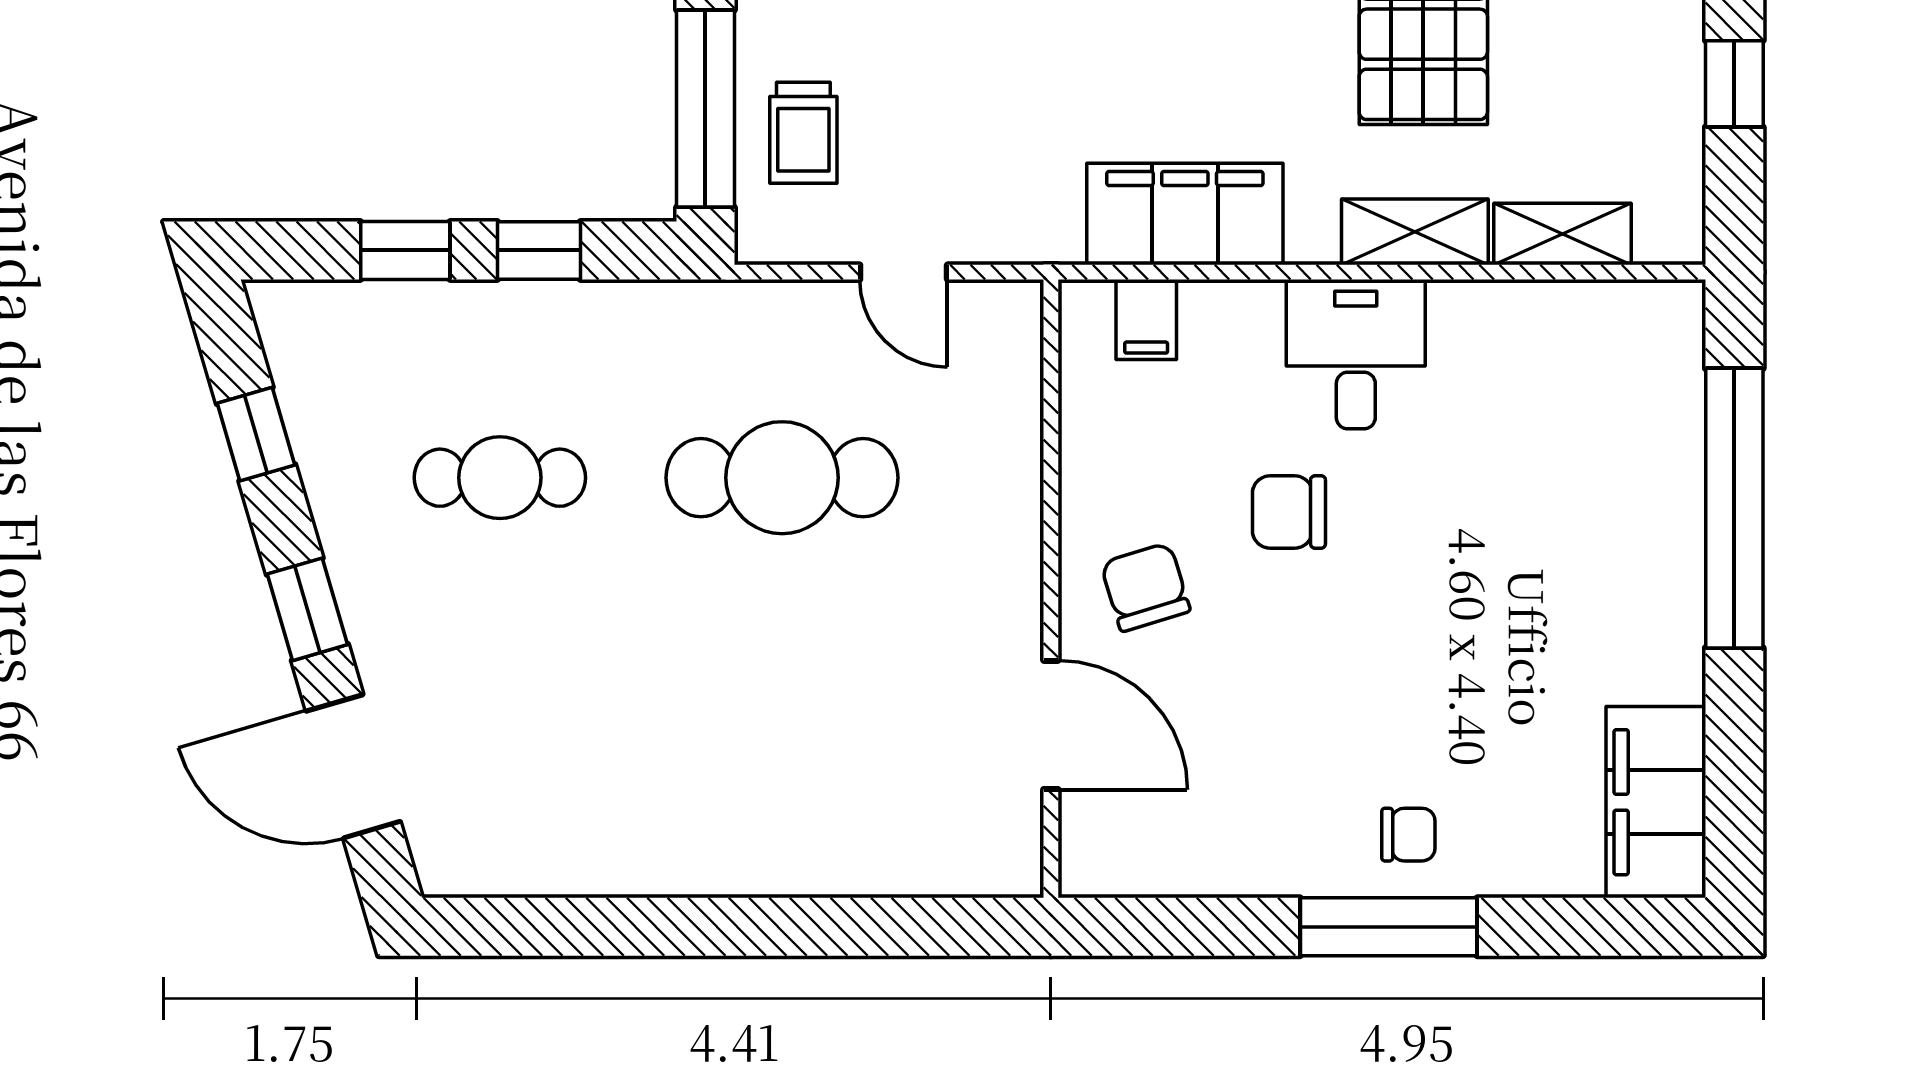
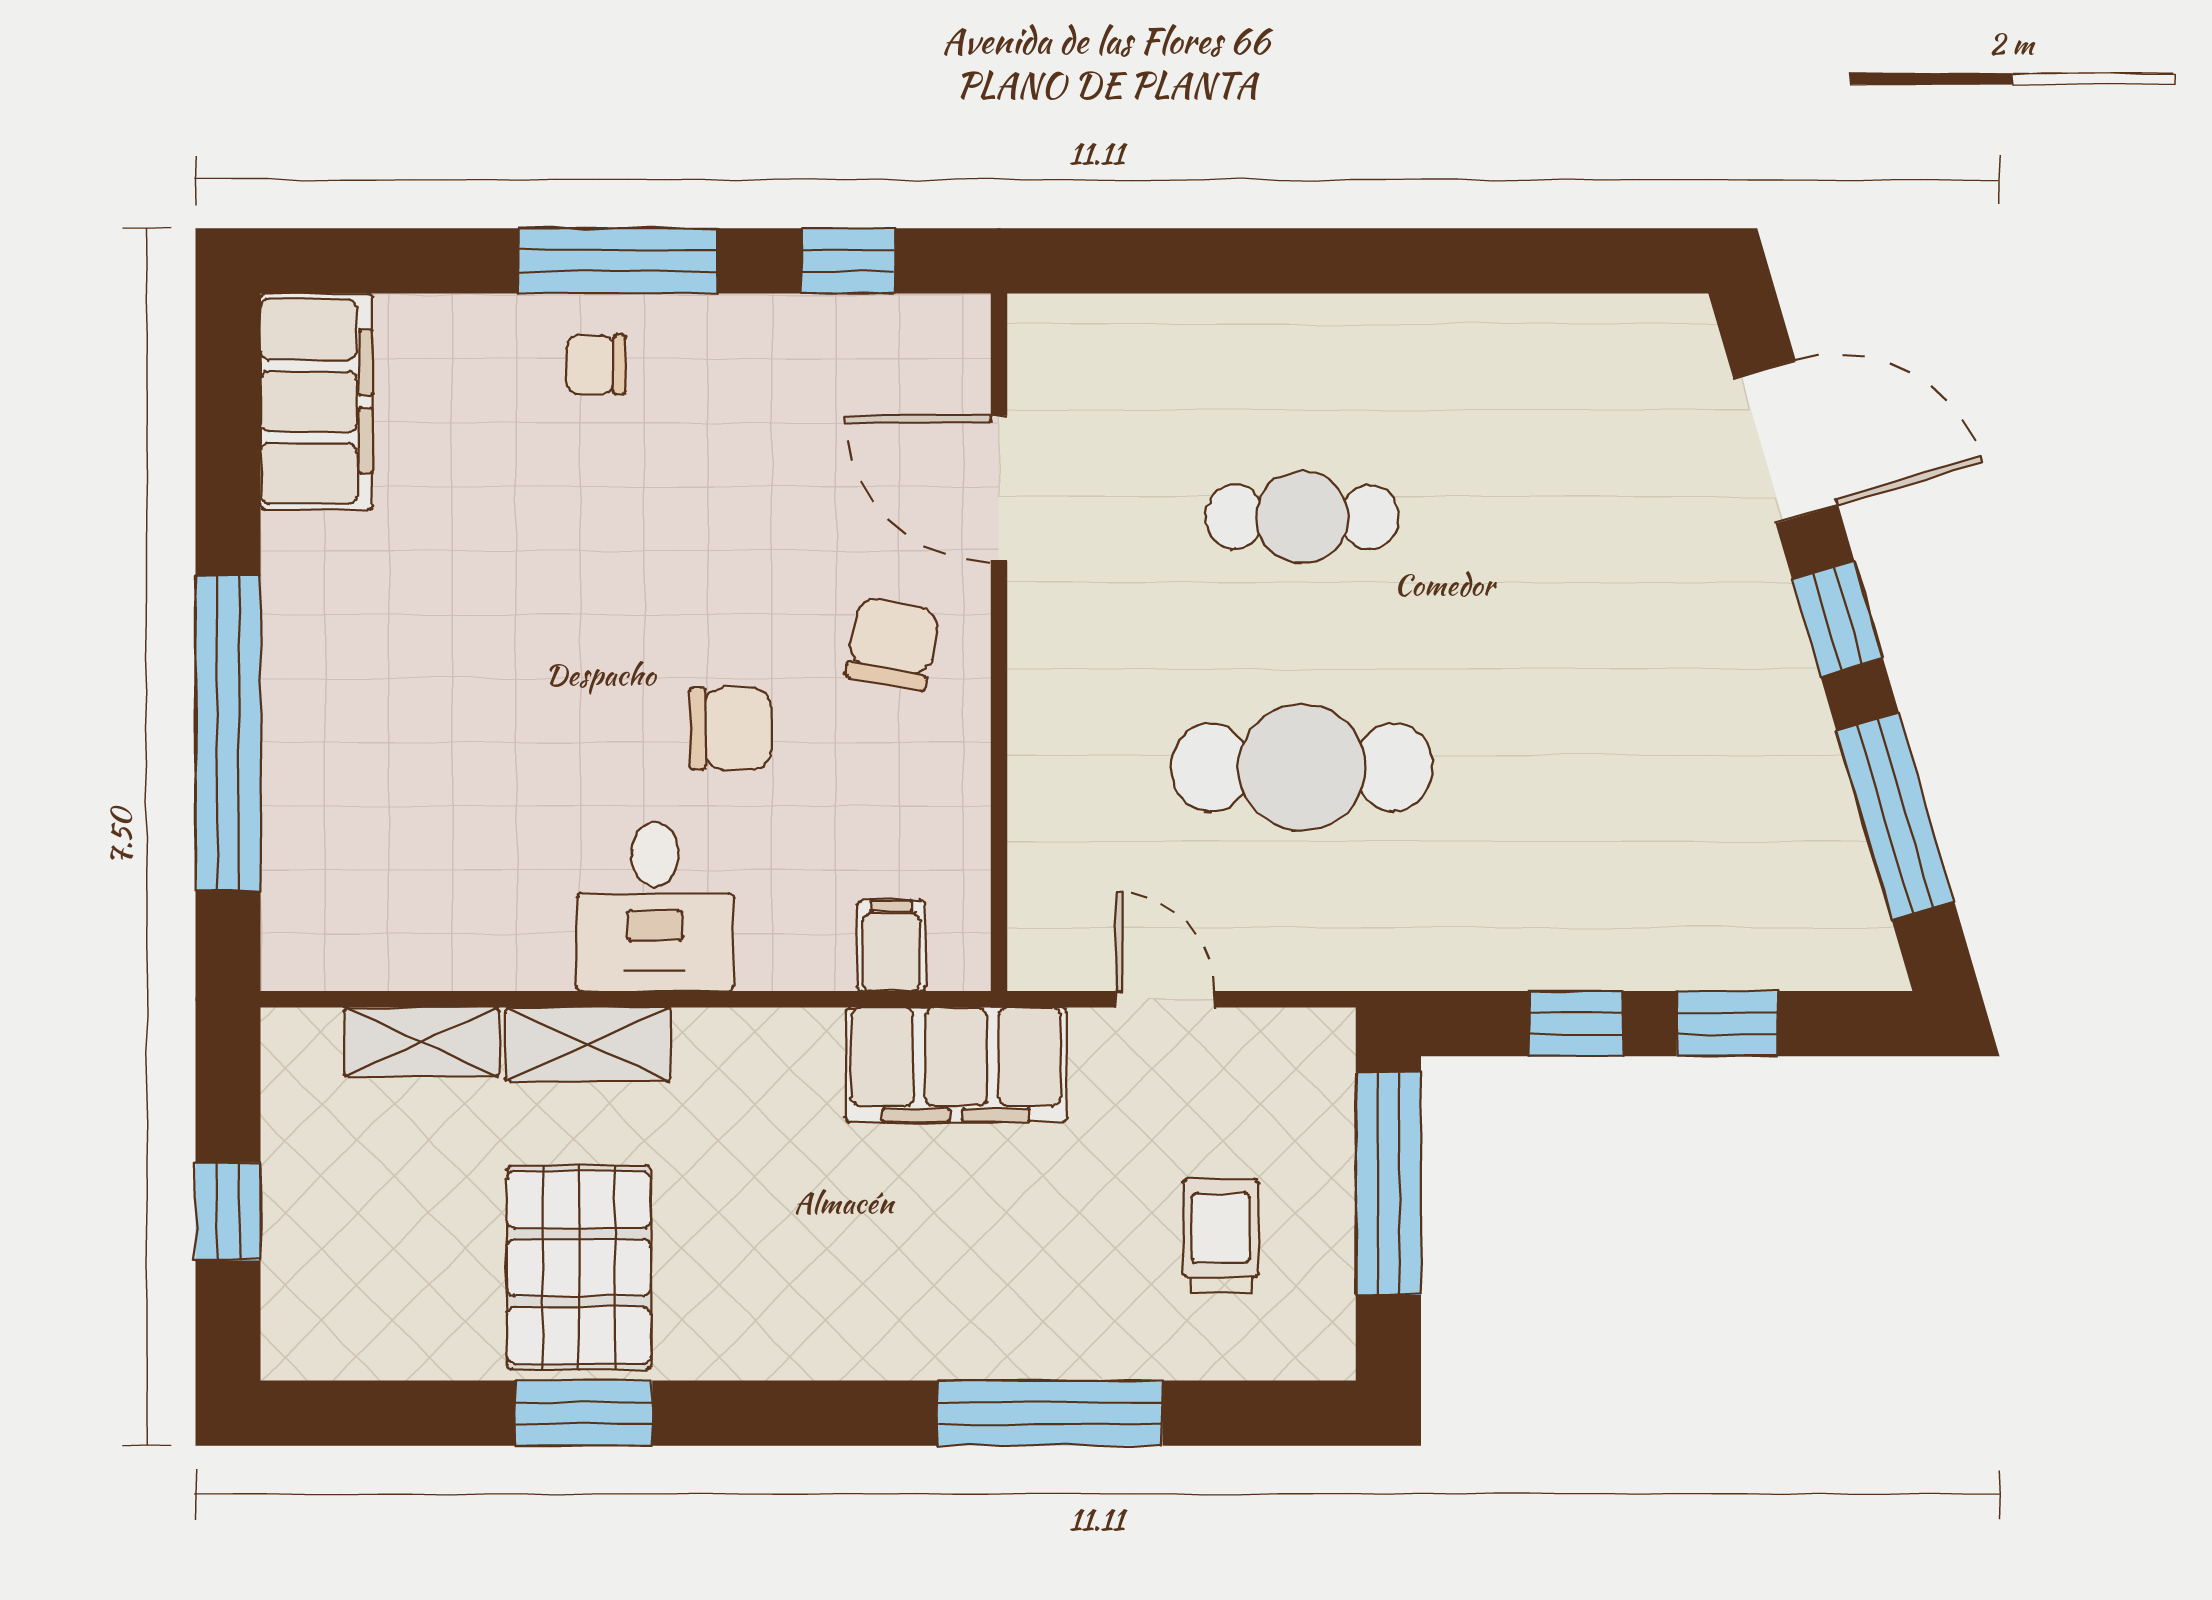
trolley: (803, 133) -> (1221, 1236), moved
filing cabinet: (1185, 214) -> (956, 1065), moved
window: (256, 434) -> (1895, 816), width x2.17
cafe table: (500, 478) -> (1302, 517), moved
chair: (1145, 587) -> (892, 644), turned -152
window: (1185, 927) -> (848, 261), added

